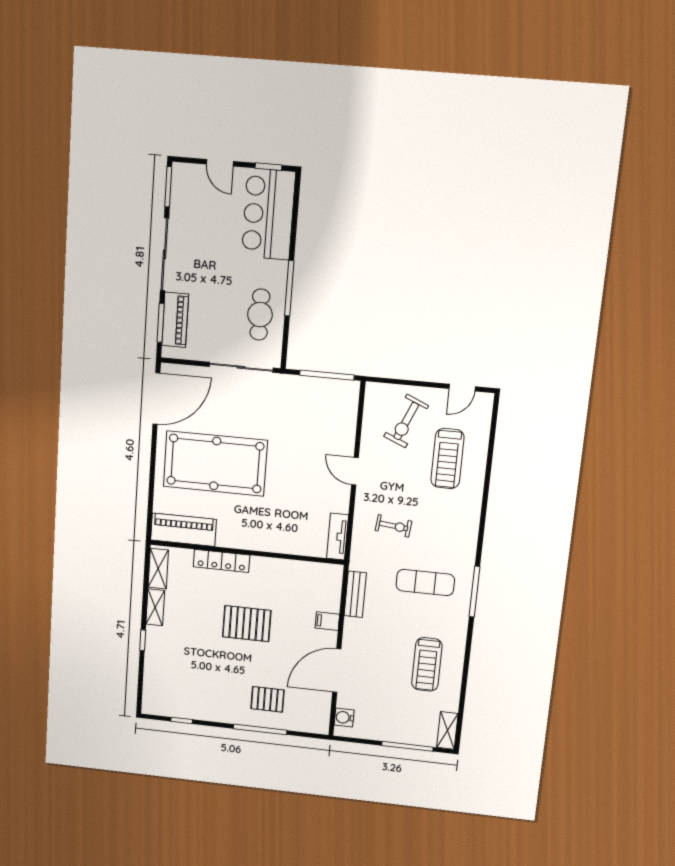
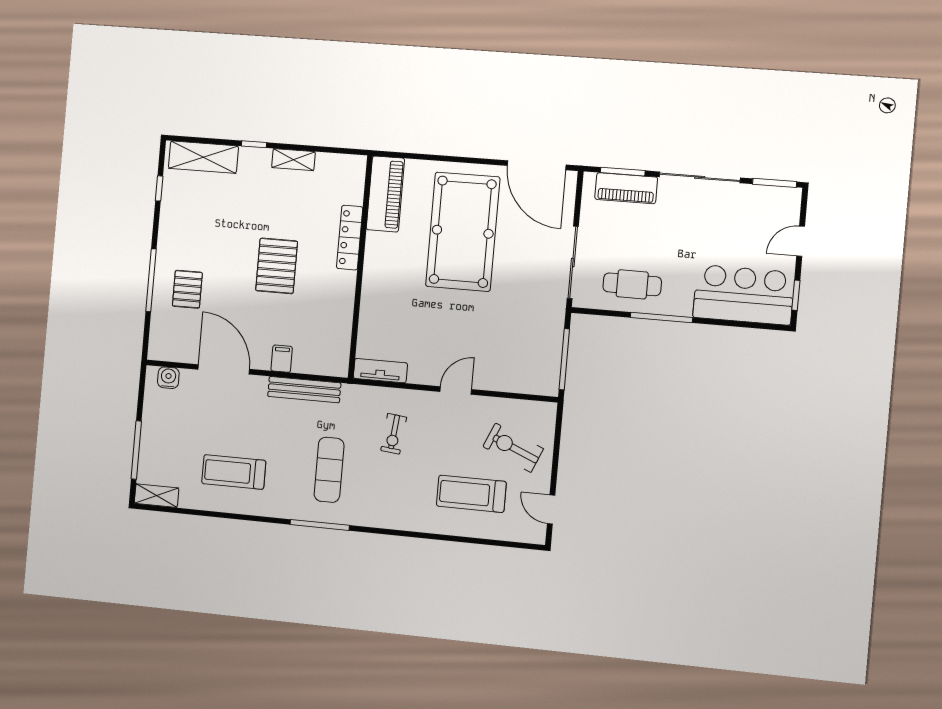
shelving: (158, 569) -> (203, 157), moved, width x1.50, depth x1.33
bench: (355, 594) -> (304, 390), width x1.36

